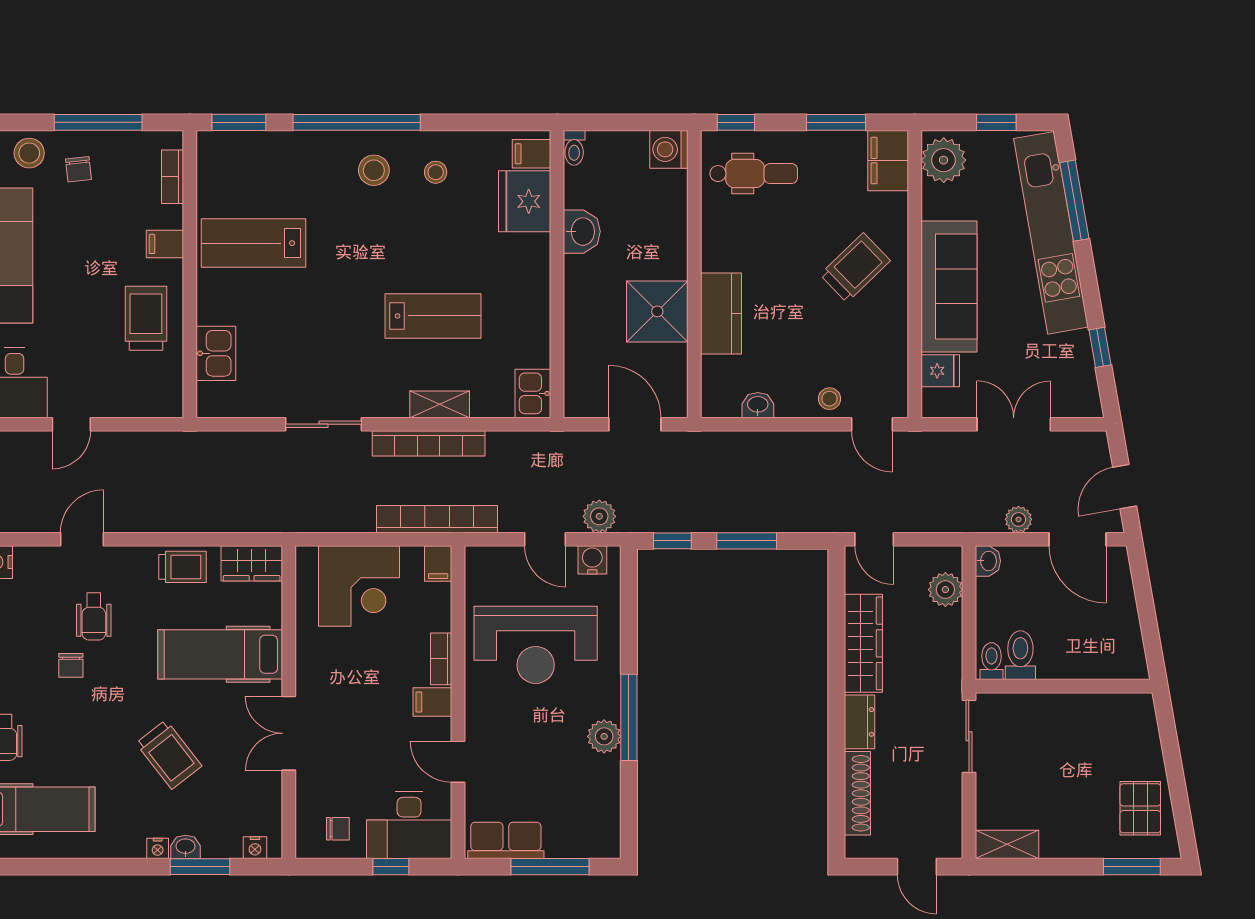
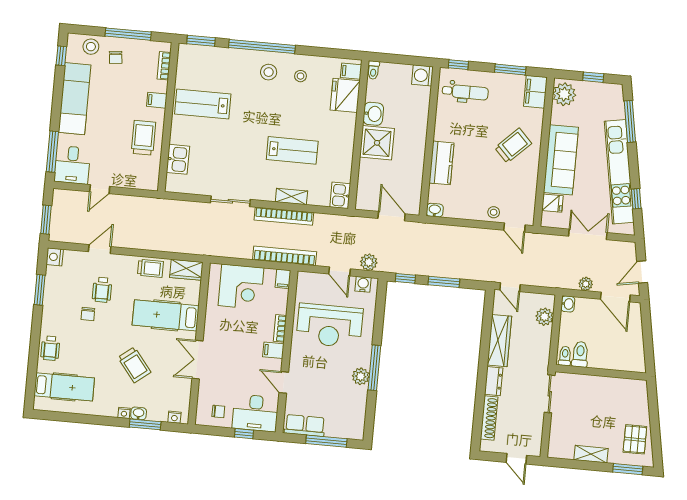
kitchen unit: (1051, 233) -> (619, 172), moved
shower: (657, 311) -> (377, 143), moved
washbasin: (758, 405) -> (435, 210), moved
shelving: (1007, 844) -> (591, 454), moved

